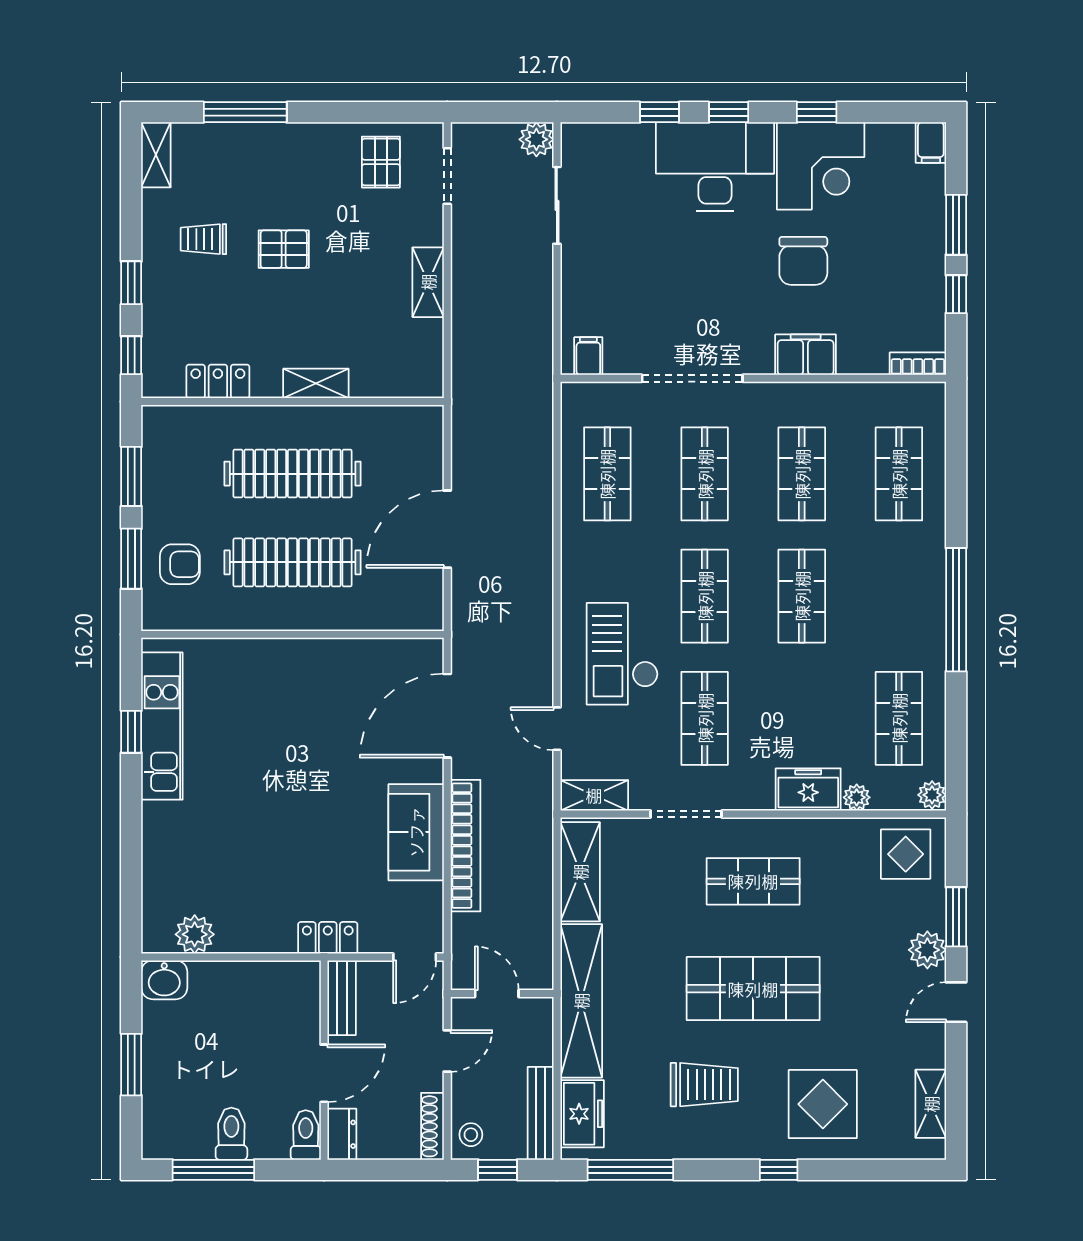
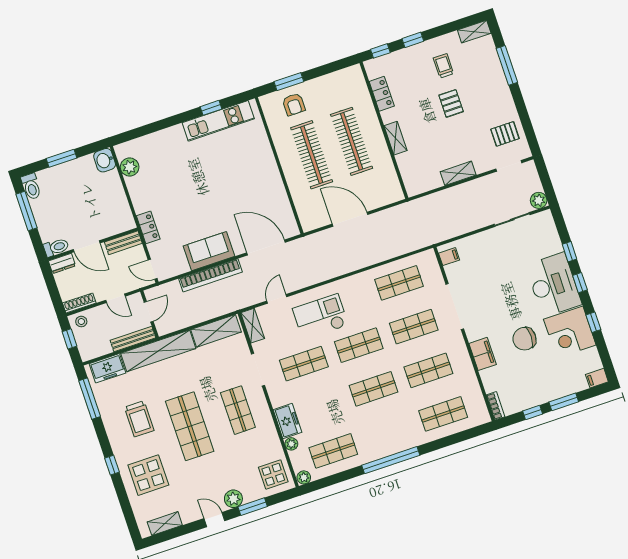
window: (131, 476) -> (326, 69), removed
bench: (541, 1113) -> (133, 339), moved
toilet: (231, 1134) -> (31, 186), moved, turned 90

